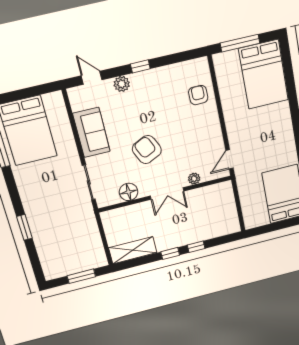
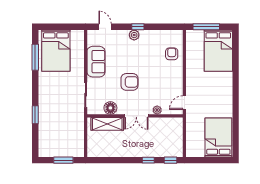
plant: (122, 84) -> (134, 35), moved
armchair: (147, 150) -> (130, 82), turned 115
shelving: (133, 250) -> (107, 124), moved
window: (170, 253) -> (171, 160), moved

